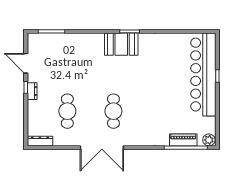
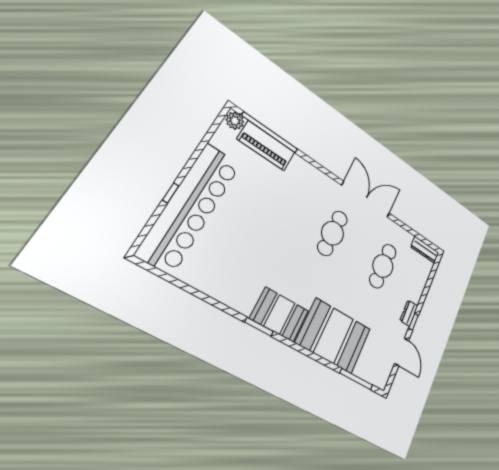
booth: (80, 49) -> (334, 336), added
piano: (183, 140) -> (266, 146), width x1.37, depth x1.33

